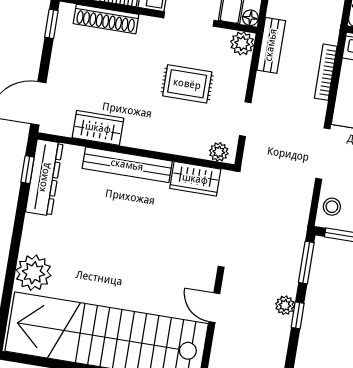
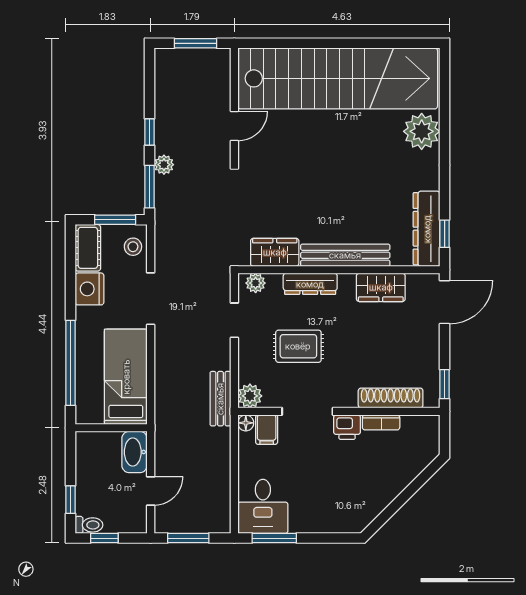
bookcase: (326, 72) -> (161, 381), removed
dresser: (166, 143) -> (310, 284), added
plant: (285, 305) -> (164, 165), moved
door: (214, 308) -> (234, 126), hinge flipped

